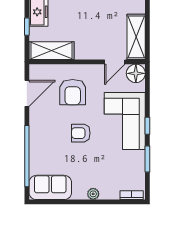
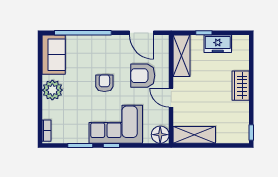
door: (115, 62) -> (171, 98), moved
plant: (93, 194) -> (52, 90), width x1.88, depth x1.88

